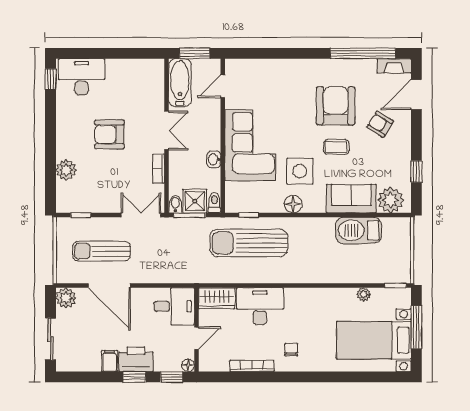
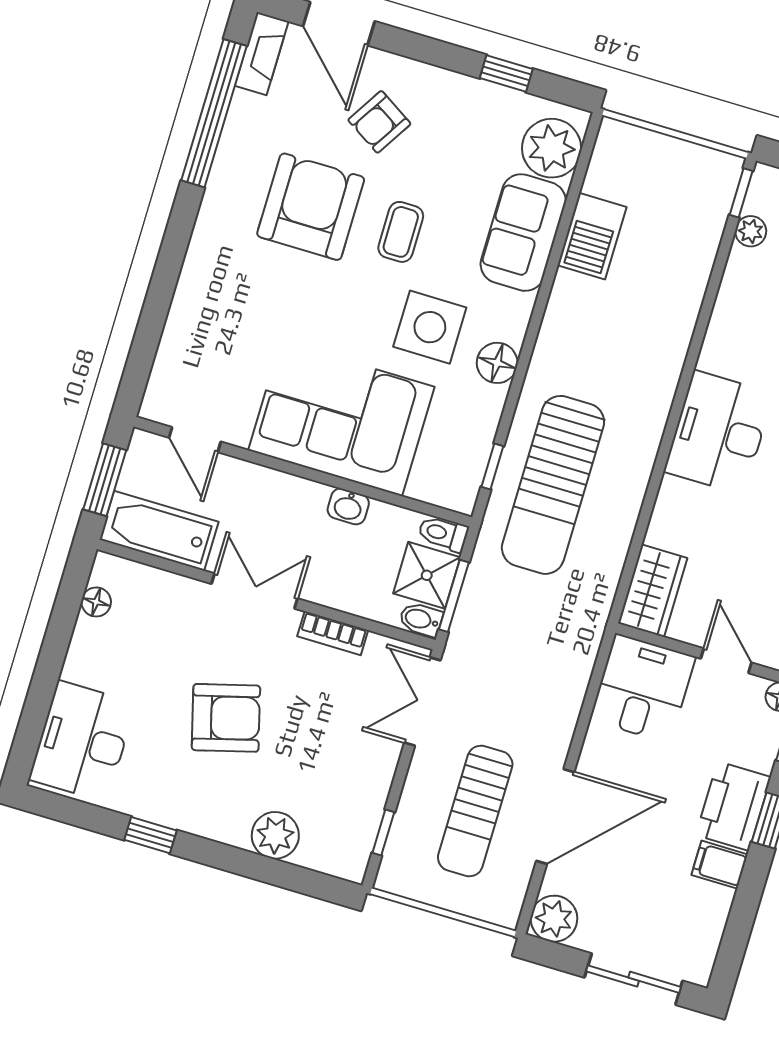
floor lamp: (142, 65) -> (96, 602), added
window: (50, 79) -> (150, 835), moved
armchair: (336, 106) -> (311, 207), turned 90
armchair: (109, 134) -> (226, 718), turned -105
barbecue: (359, 230) -> (592, 236), width x0.73, depth x0.83
plant: (364, 294) -> (751, 231), moved
desk: (260, 306) -> (719, 432), moved

